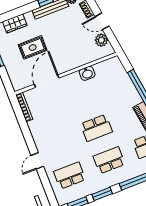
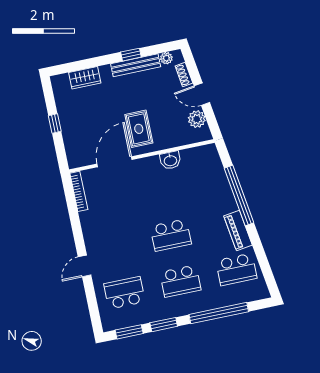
rug: (33, 47) -> (139, 129), moved, turned 90
school desk: (109, 160) -> (180, 281), turned 180

